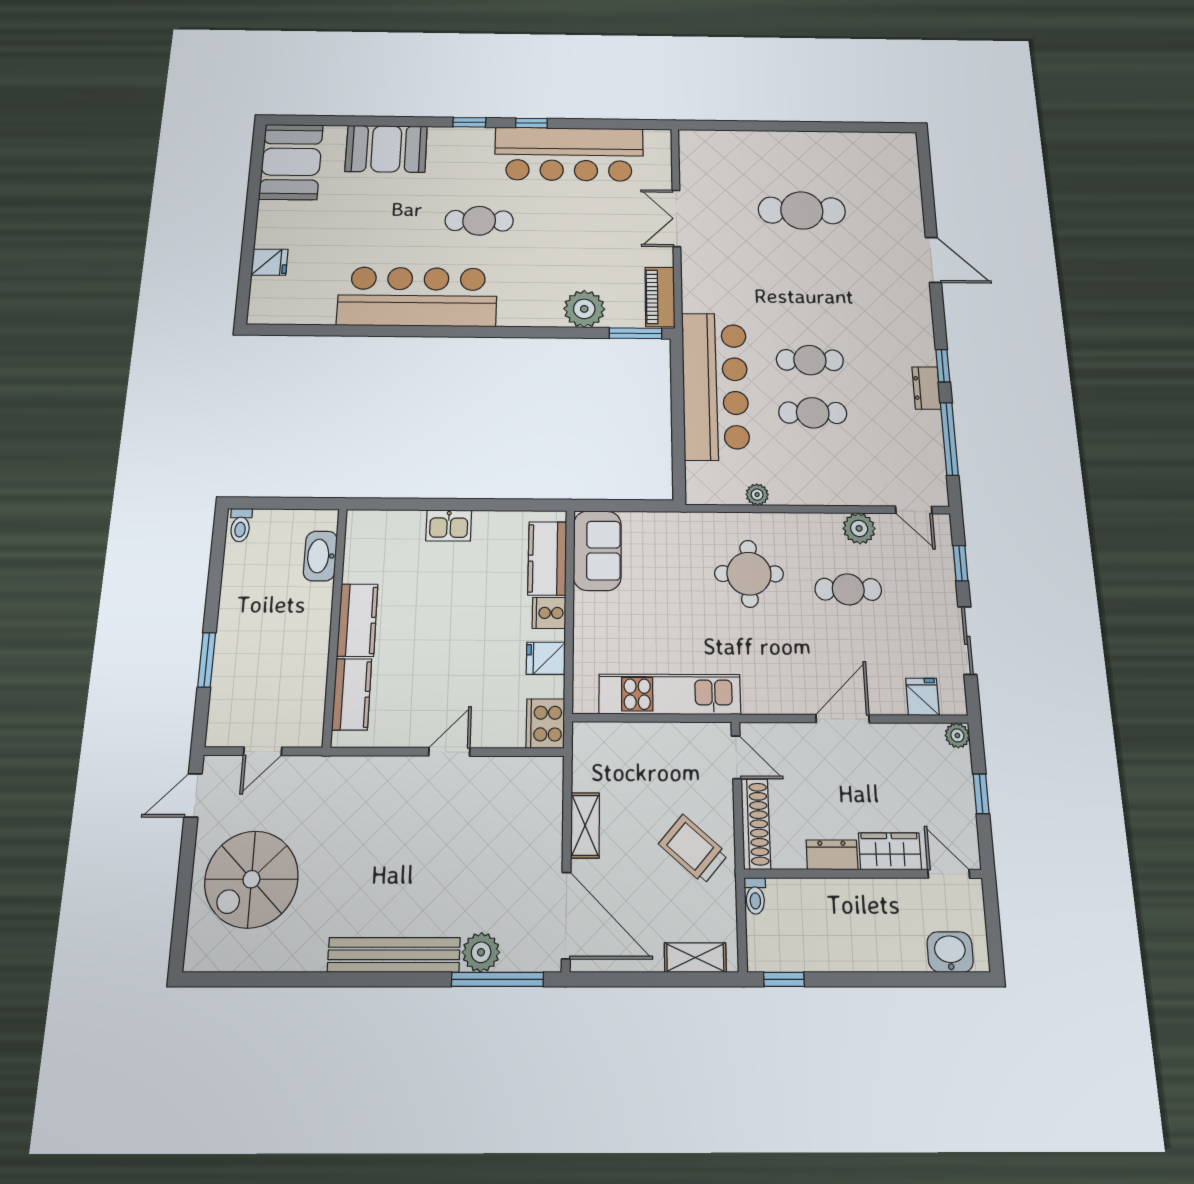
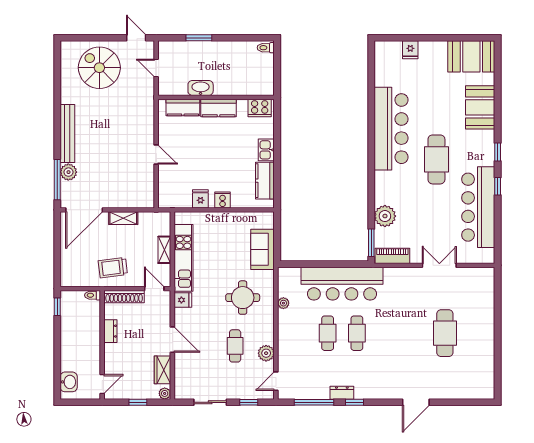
cafe table: (479, 221) -> (436, 159), width x1.37, depth x1.35
sofa: (597, 550) -> (263, 249), moved, turned 90
washbasin: (320, 556) -> (201, 88), moved
kitchen counter: (547, 558) -> (265, 181), moved, turned -90
fridge: (922, 697) -> (183, 300), moved
cooker: (545, 724) -> (260, 108), moved, turned 180
door: (736, 757) -> (154, 289), swing flipped
trolley: (693, 849) -> (113, 268), turned -138
wardrobe: (890, 851) -> (162, 370), moved, turned 180
shelving: (695, 958) -> (164, 250), moved

